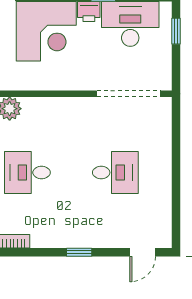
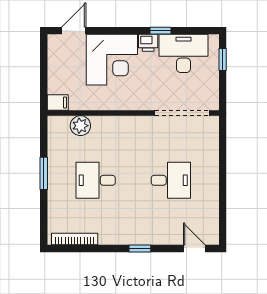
door: (143, 252) -> (194, 248), swing flipped

